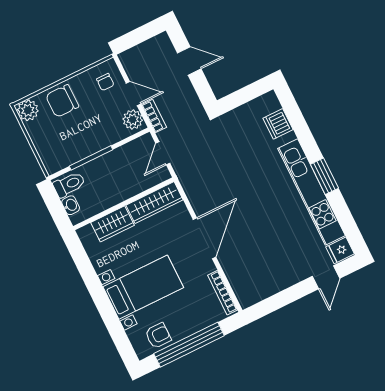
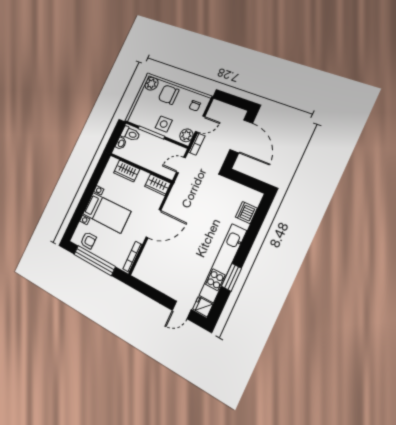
door: (189, 61) -> (241, 136), width x1.87
door: (133, 94) -> (200, 124), hinge flipped
side table: (94, 135) -> (164, 124), added
window: (324, 176) -> (231, 277), moved
wardrobe: (155, 203) -> (158, 185), width x0.67

